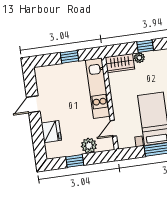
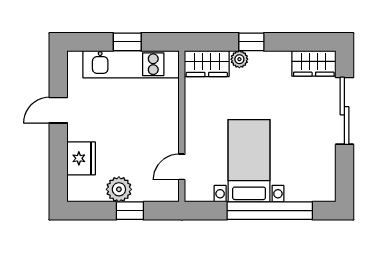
kitchen unit: (98, 88) -> (131, 64), moved, turned -90
plant: (89, 146) -> (119, 189), moved
window: (75, 161) -> (130, 211), moved

